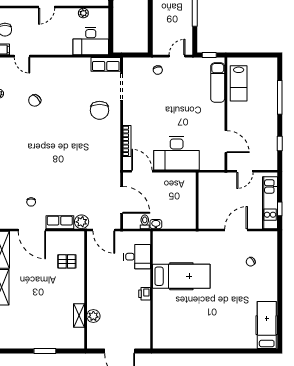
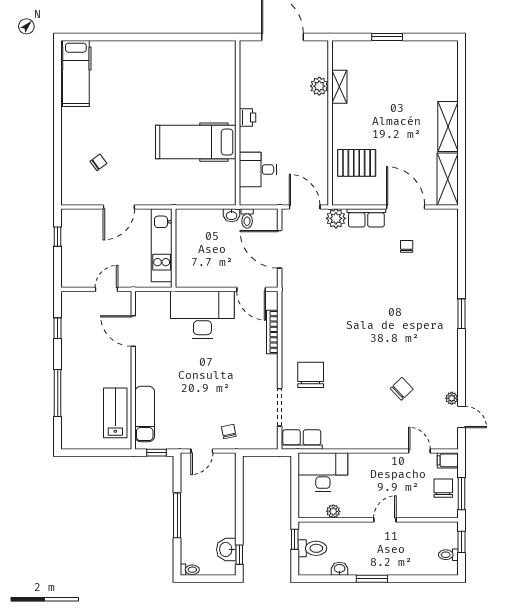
kitchen unit: (270, 203) -> (162, 245), moved, turned 180
pallet: (67, 261) -> (357, 163), width x1.50, depth x1.42

